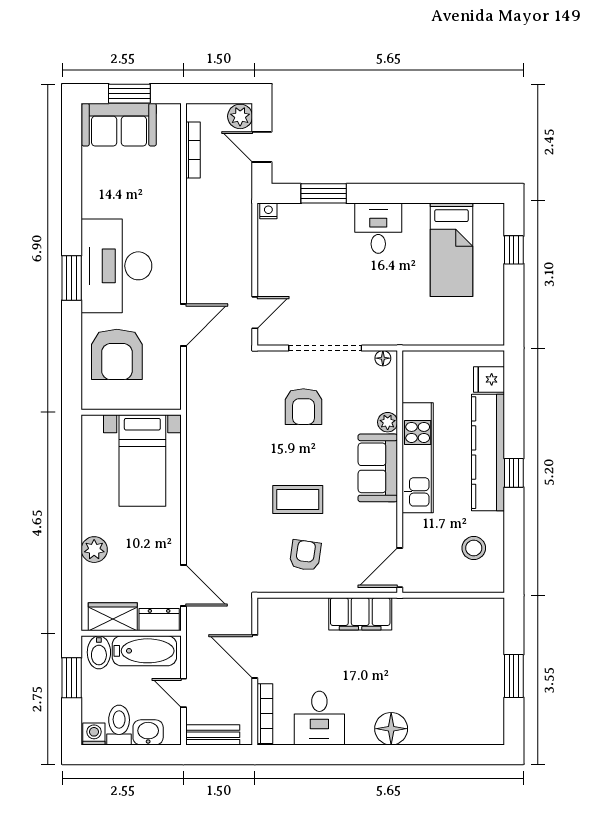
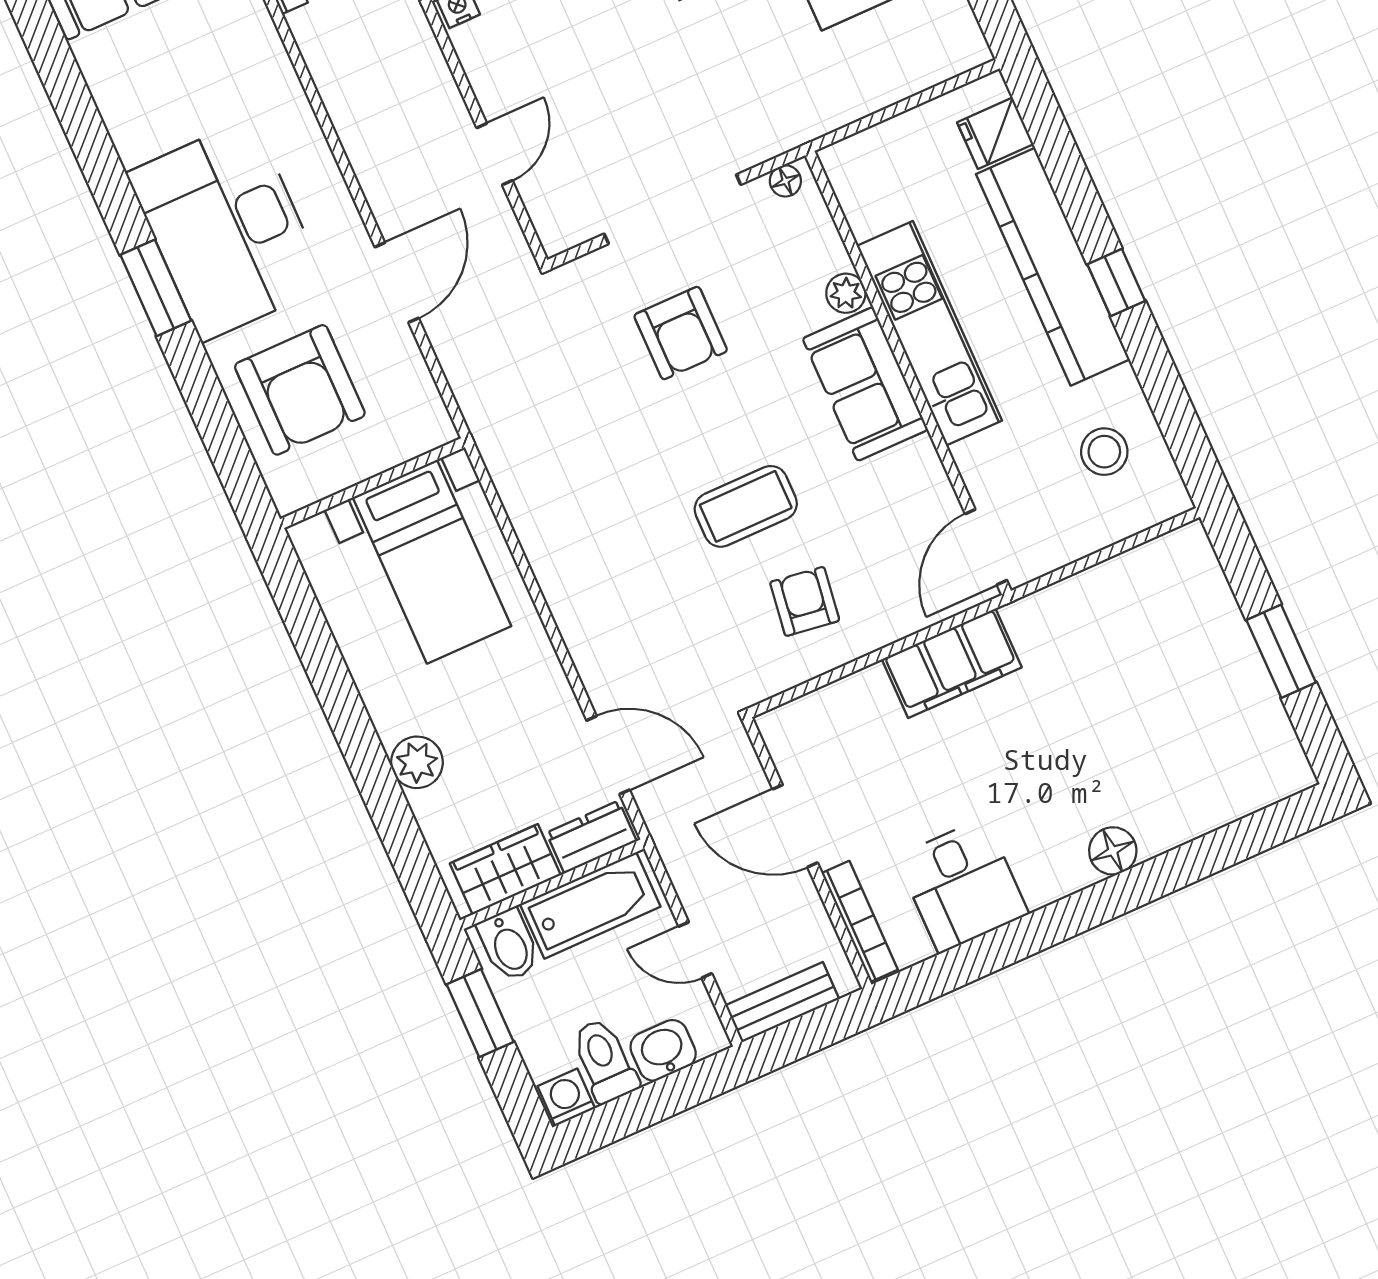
door: (255, 313) -> (495, 154), moved
floor lamp: (391, 729) -> (1113, 851), width x0.73, depth x0.73

